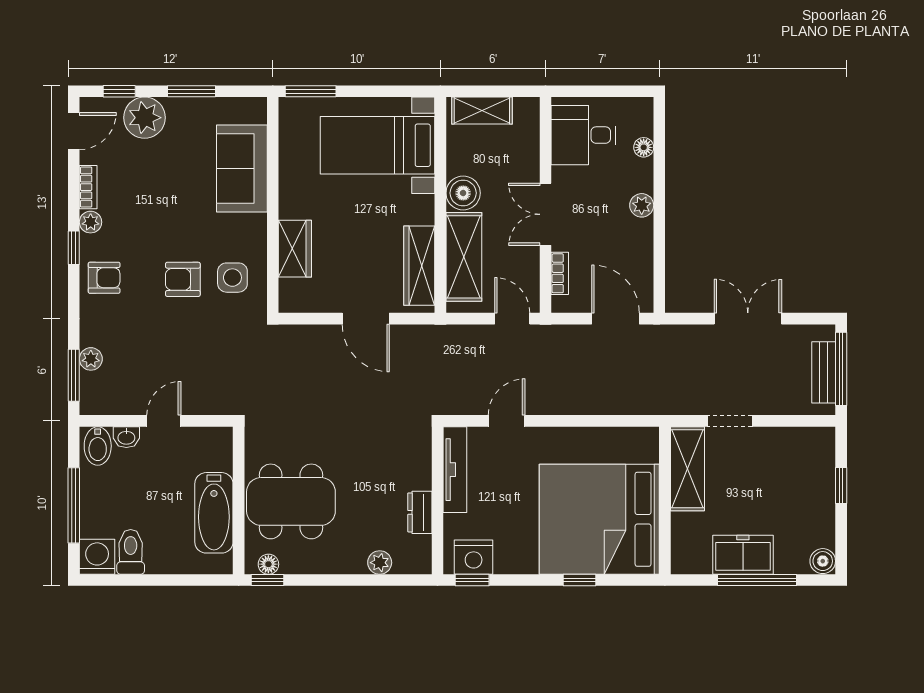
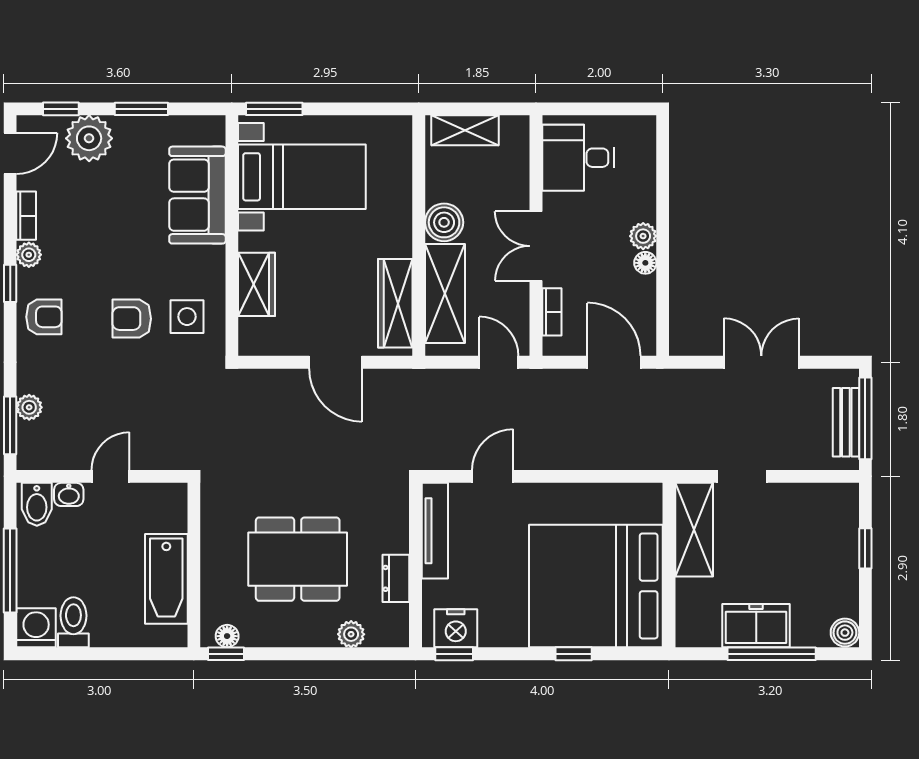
bed with nightstands: (378, 145) -> (302, 177), moved, turned 180
floor lamp: (644, 147) -> (645, 263), moved
dining table: (291, 501) -> (298, 559), moved

